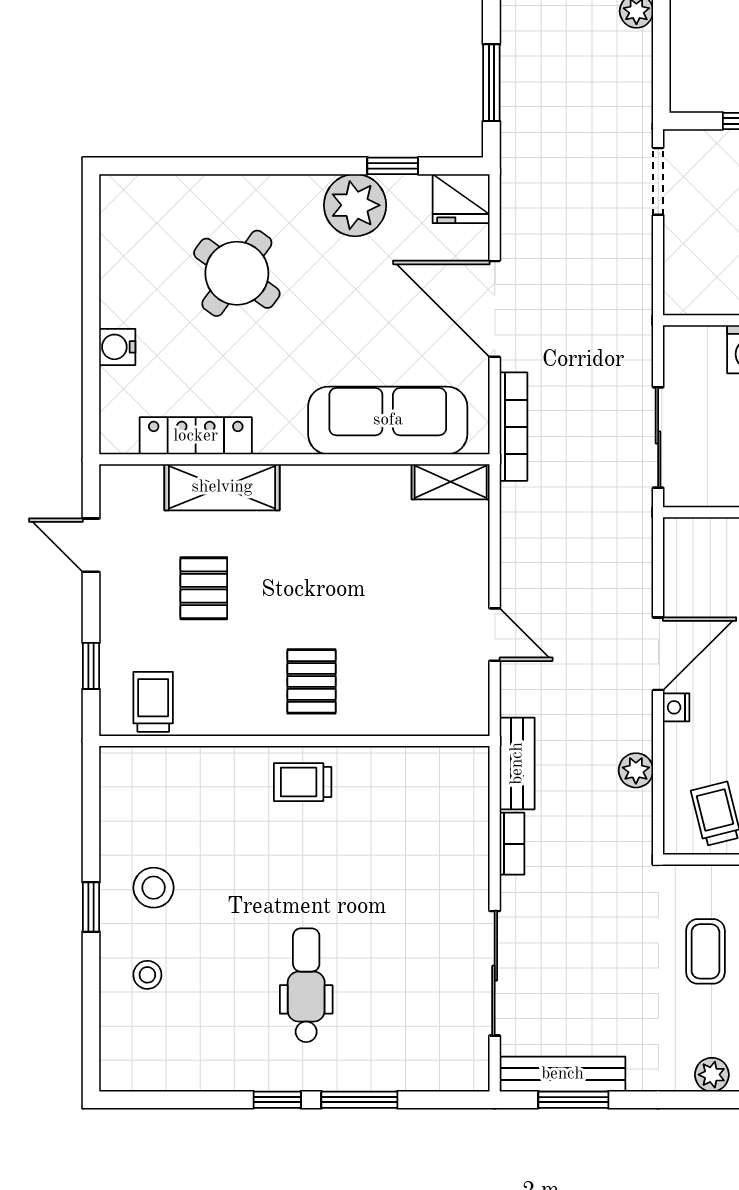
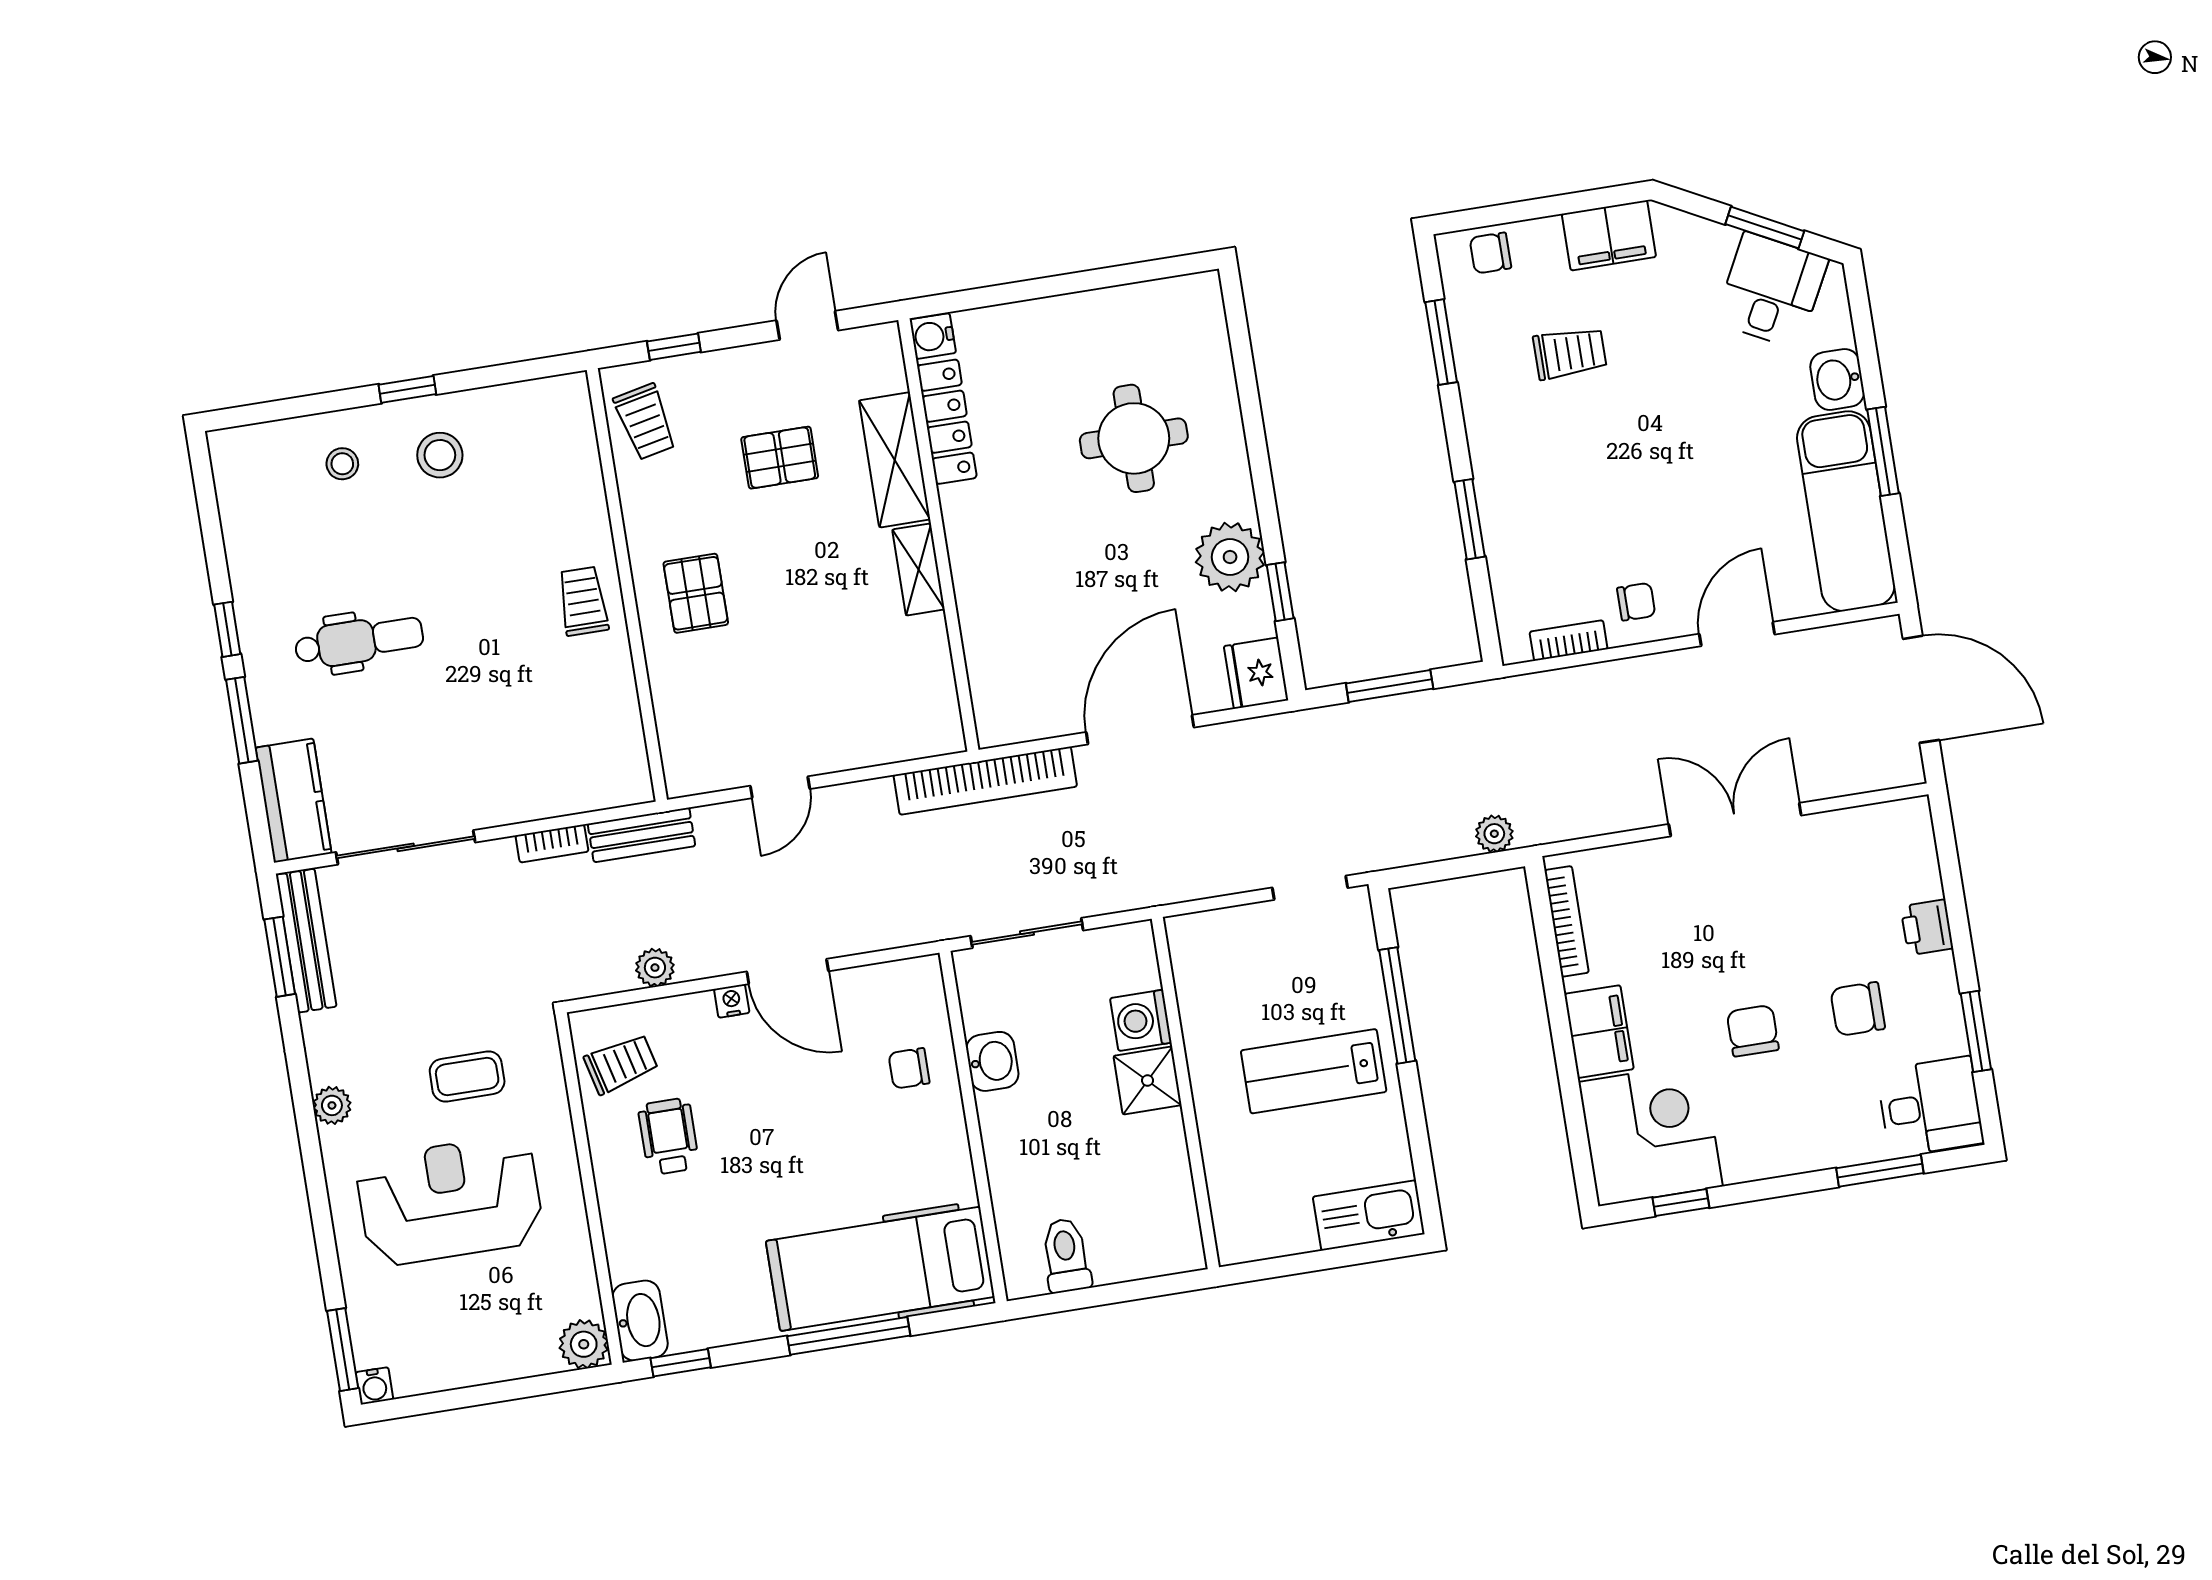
round table: (237, 273) -> (1134, 438), turned -36
water cooler: (117, 347) -> (933, 336), moved, turned -90
sofa: (388, 420) -> (998, 631), removed
bookcase: (513, 427) -> (985, 781), width x1.48, depth x1.31
shelving: (451, 482) -> (918, 569), moved
pallet: (312, 681) -> (696, 593), turned 90
trolley: (153, 702) -> (645, 422), turned 78
kitchen counter: (438, 1065) -> (294, 801), added

